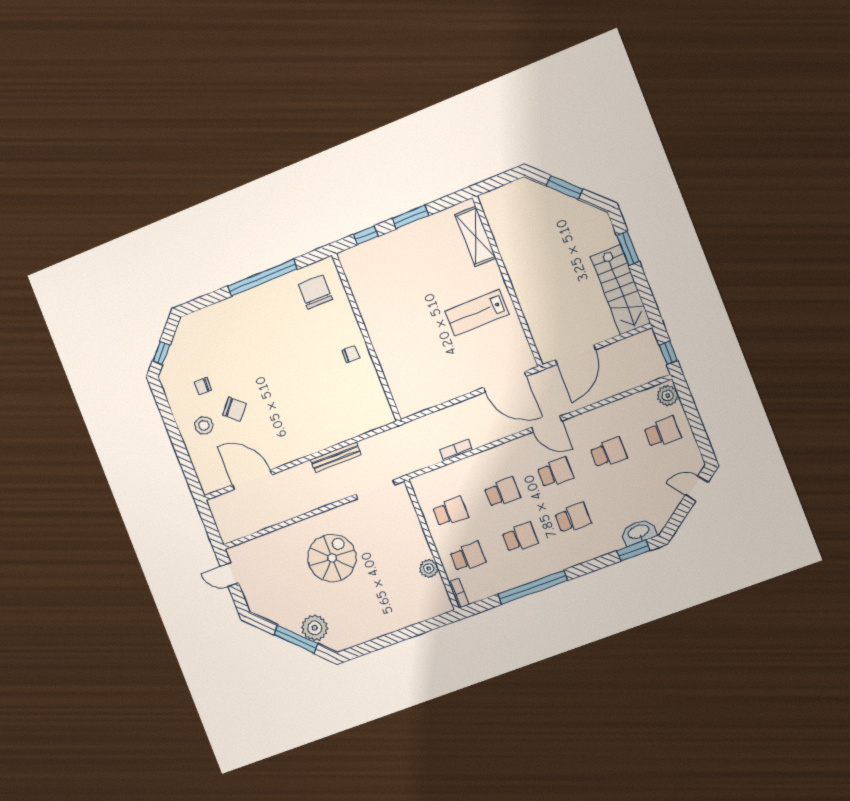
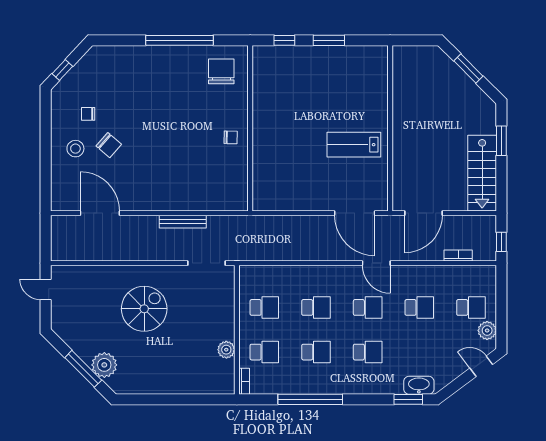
shelving: (476, 236) -> (378, 79), removed
plant: (668, 396) -> (487, 330), moved
bookcase: (456, 450) -> (458, 255), moved

